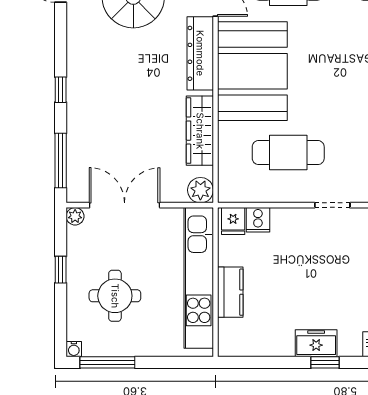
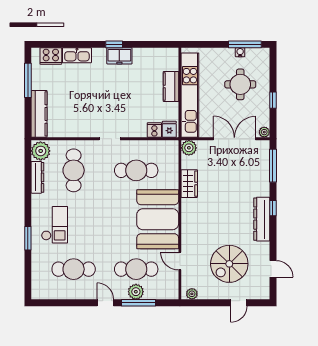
dresser: (200, 53) -> (262, 219), moved, turned 180
wardrobe: (200, 131) -> (189, 184), width x0.67
double door: (125, 205) -> (234, 139), swing flipped
water cooler: (74, 349) -> (240, 52), moved

